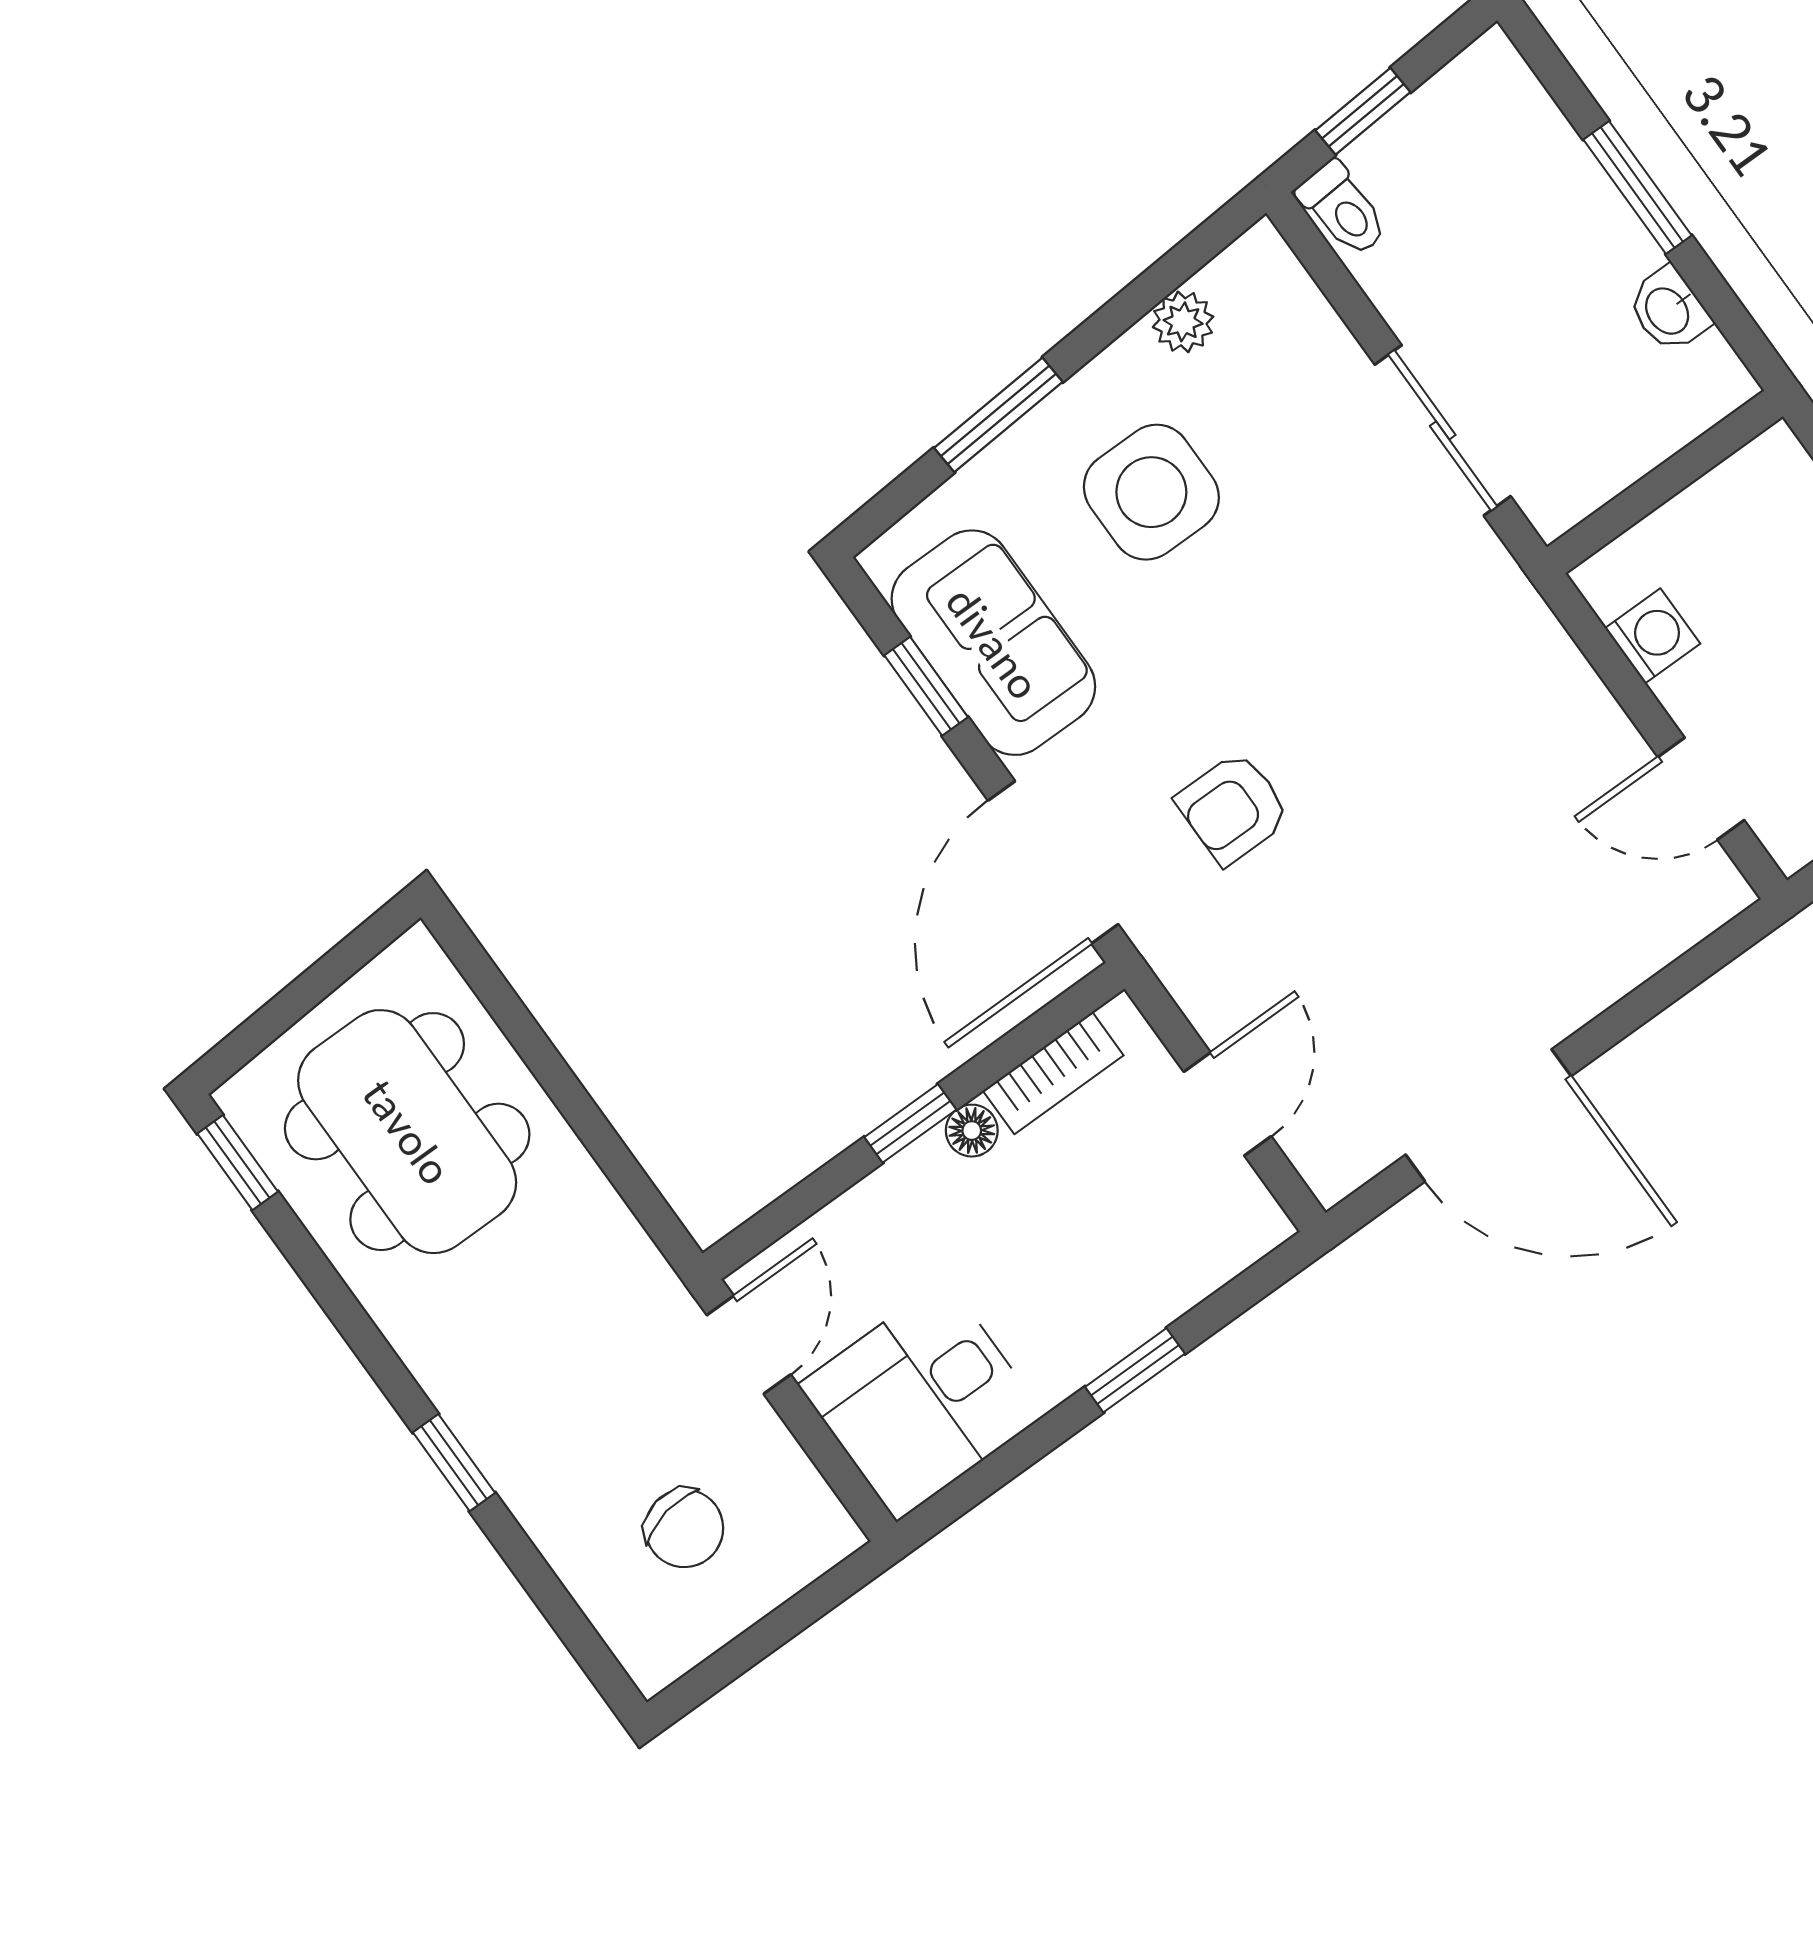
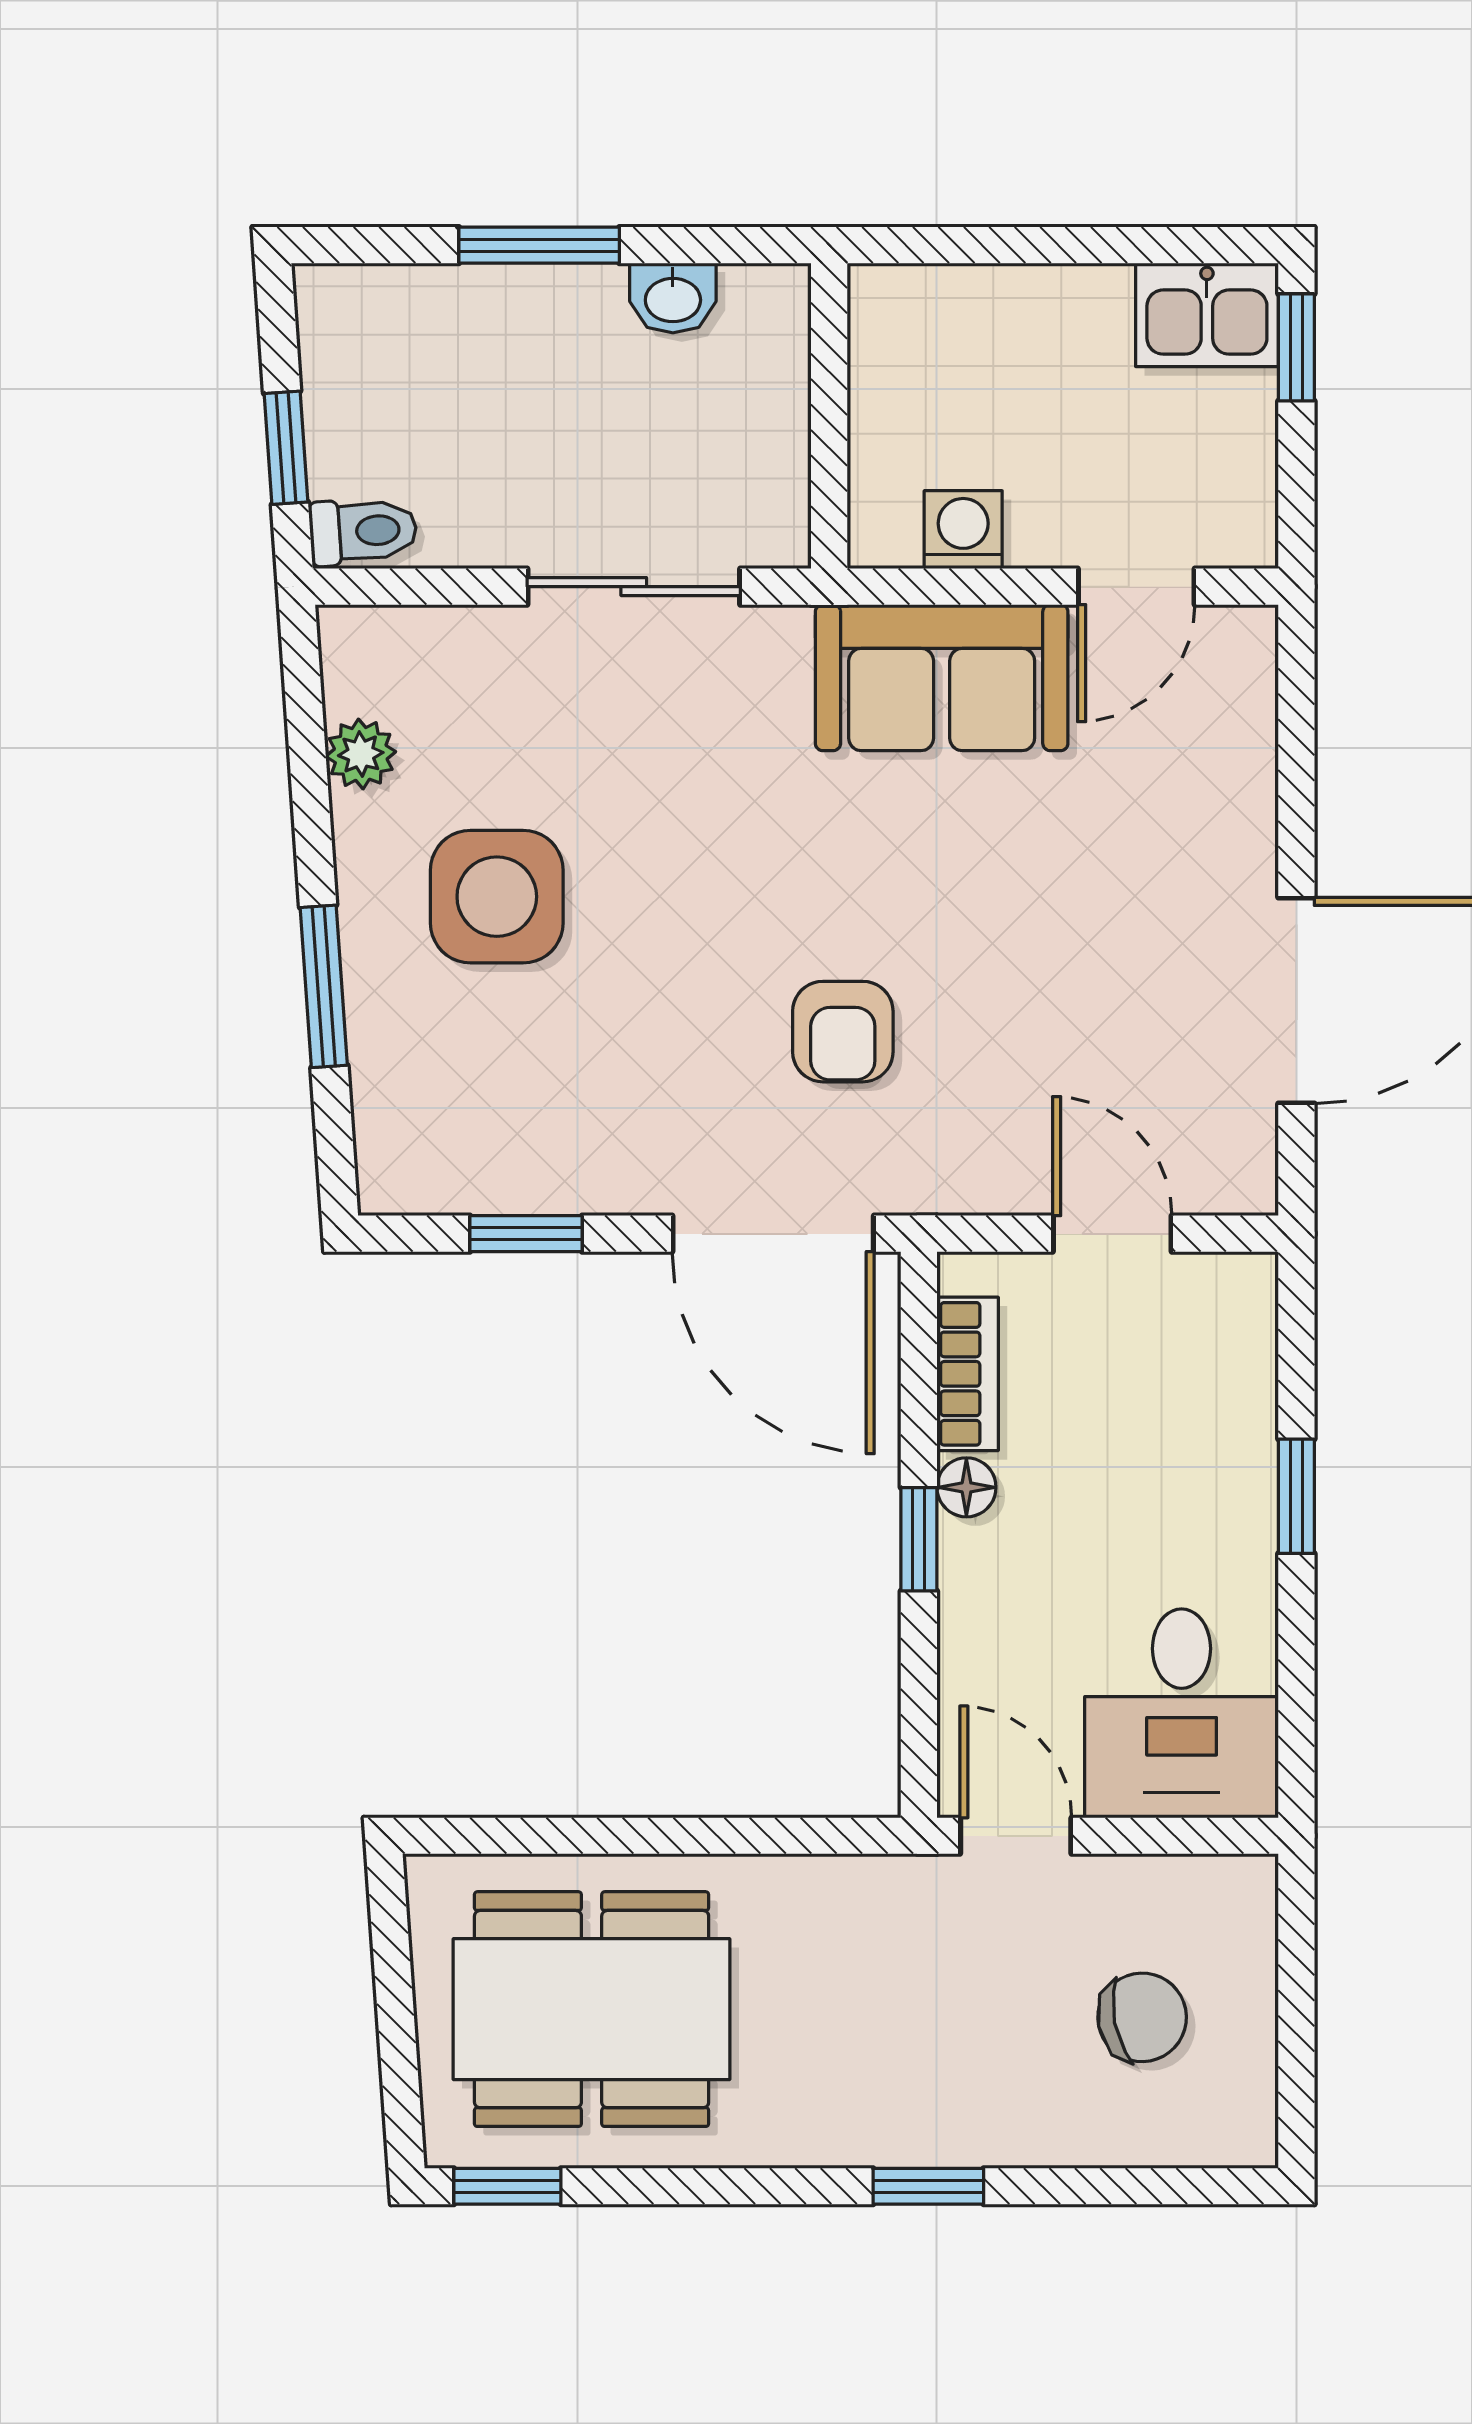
sofa: (993, 643) -> (942, 678), moved, turned 180

